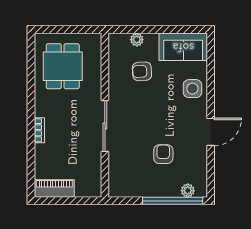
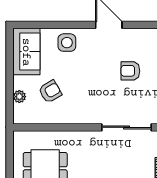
armchair: (142, 71) -> (50, 92), turned -117
sliding door: (105, 126) -> (126, 127), moved

